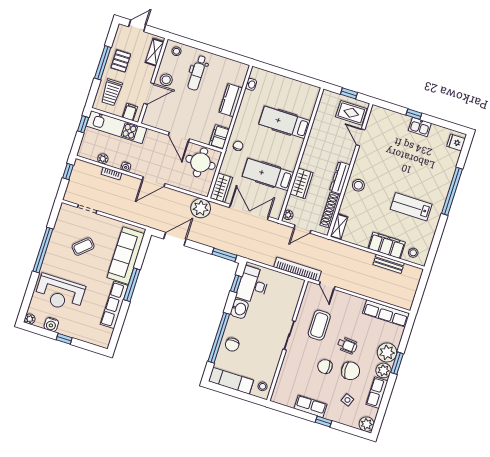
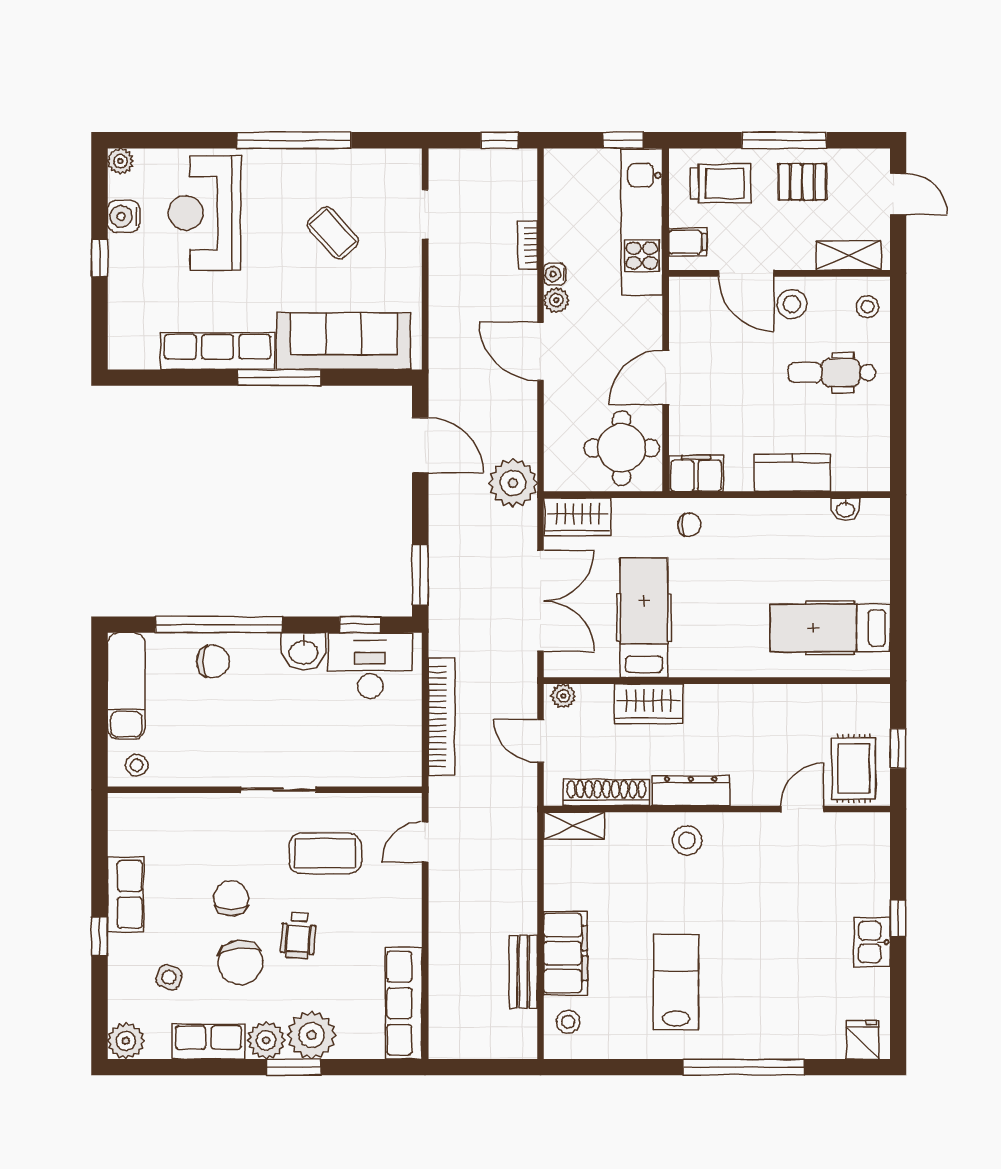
trolley: (112, 92) -> (721, 184), turned 180
hospital bed: (285, 122) -> (830, 628), moved, turned -90
plant: (103, 159) -> (556, 300), moved
bookcase: (297, 269) -> (442, 716), moved
chair: (232, 345) -> (213, 661), turned 180

